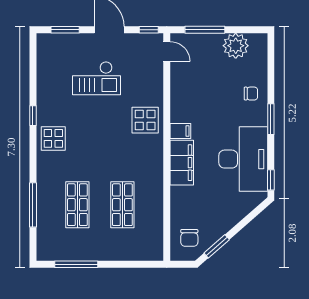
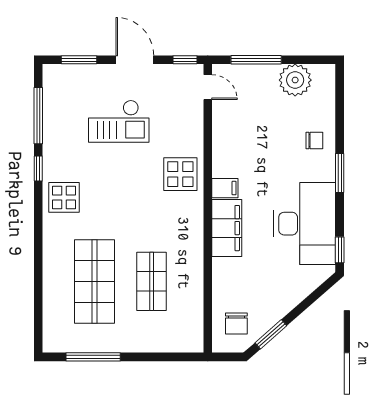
window: (33, 205) -> (38, 116), moved
shop shelf: (77, 205) -> (94, 281), width x1.43, depth x1.36

